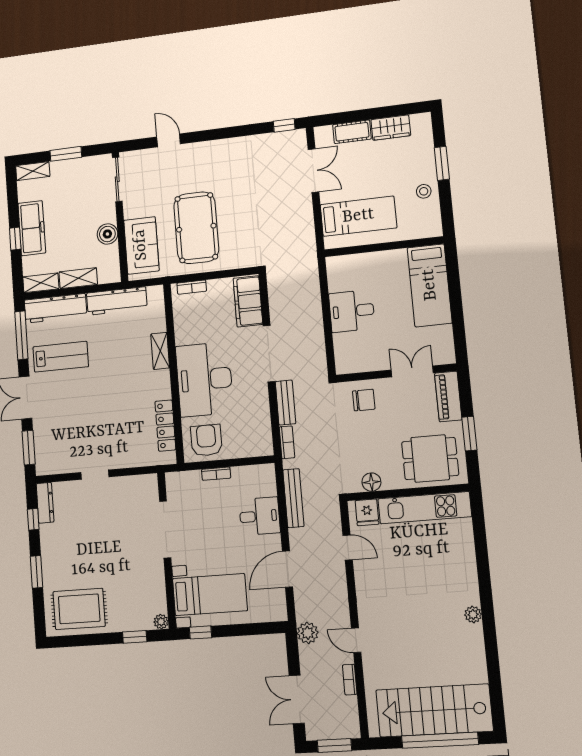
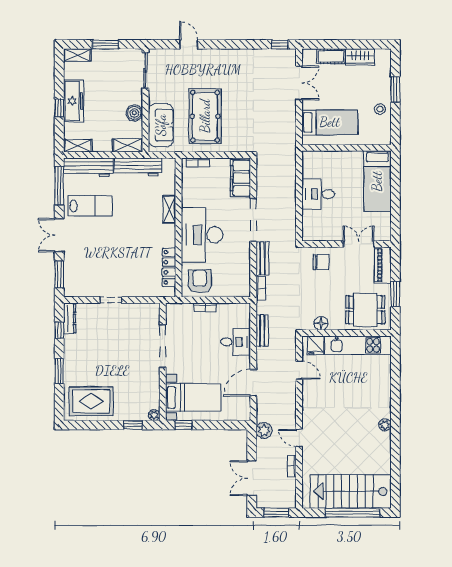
shelving: (78, 278) -> (127, 145), moved
bench: (293, 498) -> (262, 330), width x0.73

